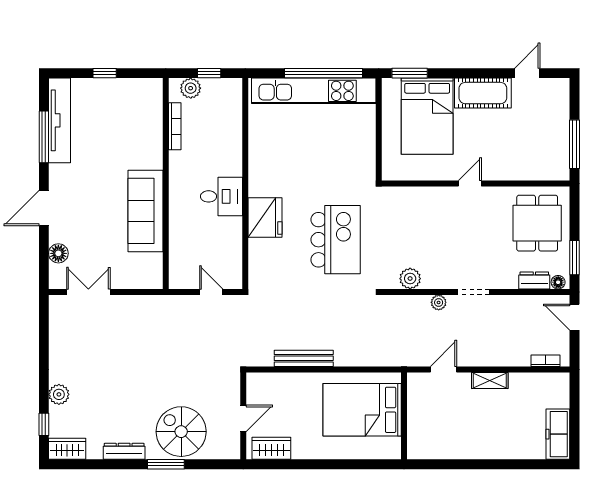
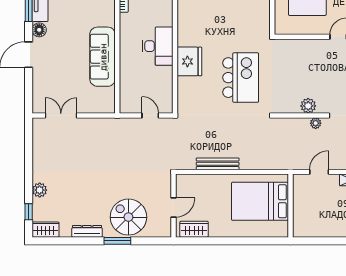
desk: (221, 196) -> (158, 46), width x1.37
floor lamp: (58, 253) -> (39, 30), moved
plant: (410, 279) -> (308, 106), moved

